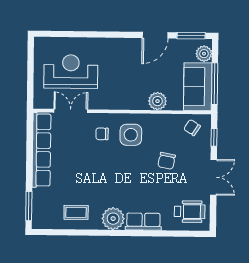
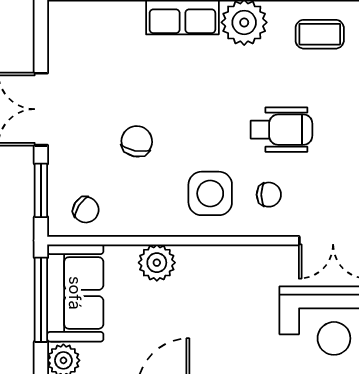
window: (214, 137) -> (41, 190), width x1.50
wheelchair: (190, 212) -> (281, 130), moved, turned 180

